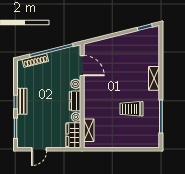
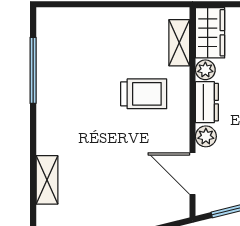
shelving: (154, 78) -> (47, 180), moved
trolley: (131, 109) -> (144, 94), moved

